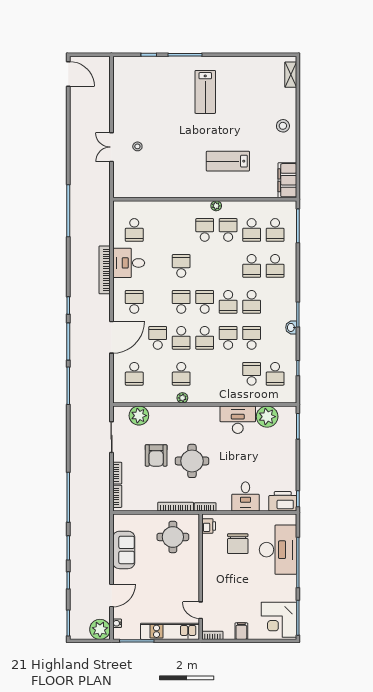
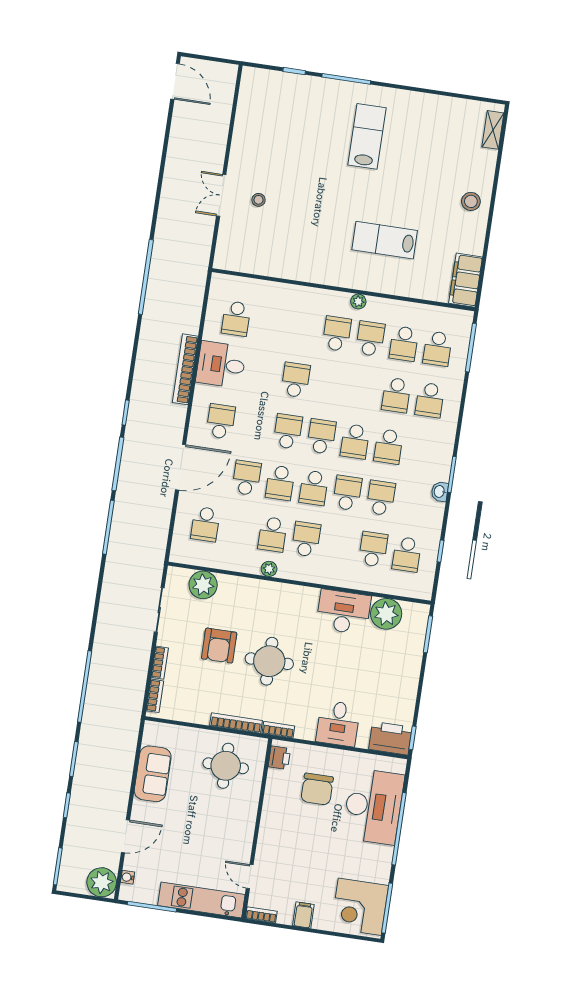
lab bench: (205, 92) -> (367, 136), turned 180
school desk: (205, 374) -> (306, 539), added

